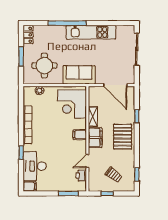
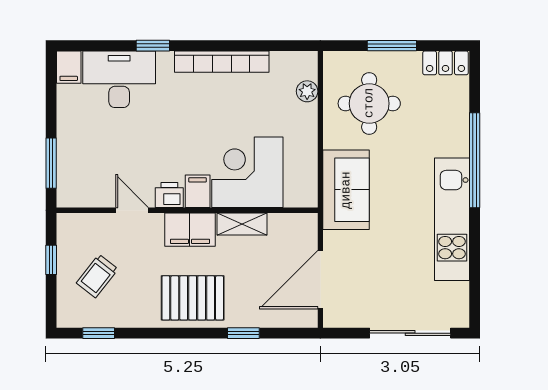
corner desk: (72, 104) -> (247, 172), moved
printer: (81, 176) -> (169, 195), moved

